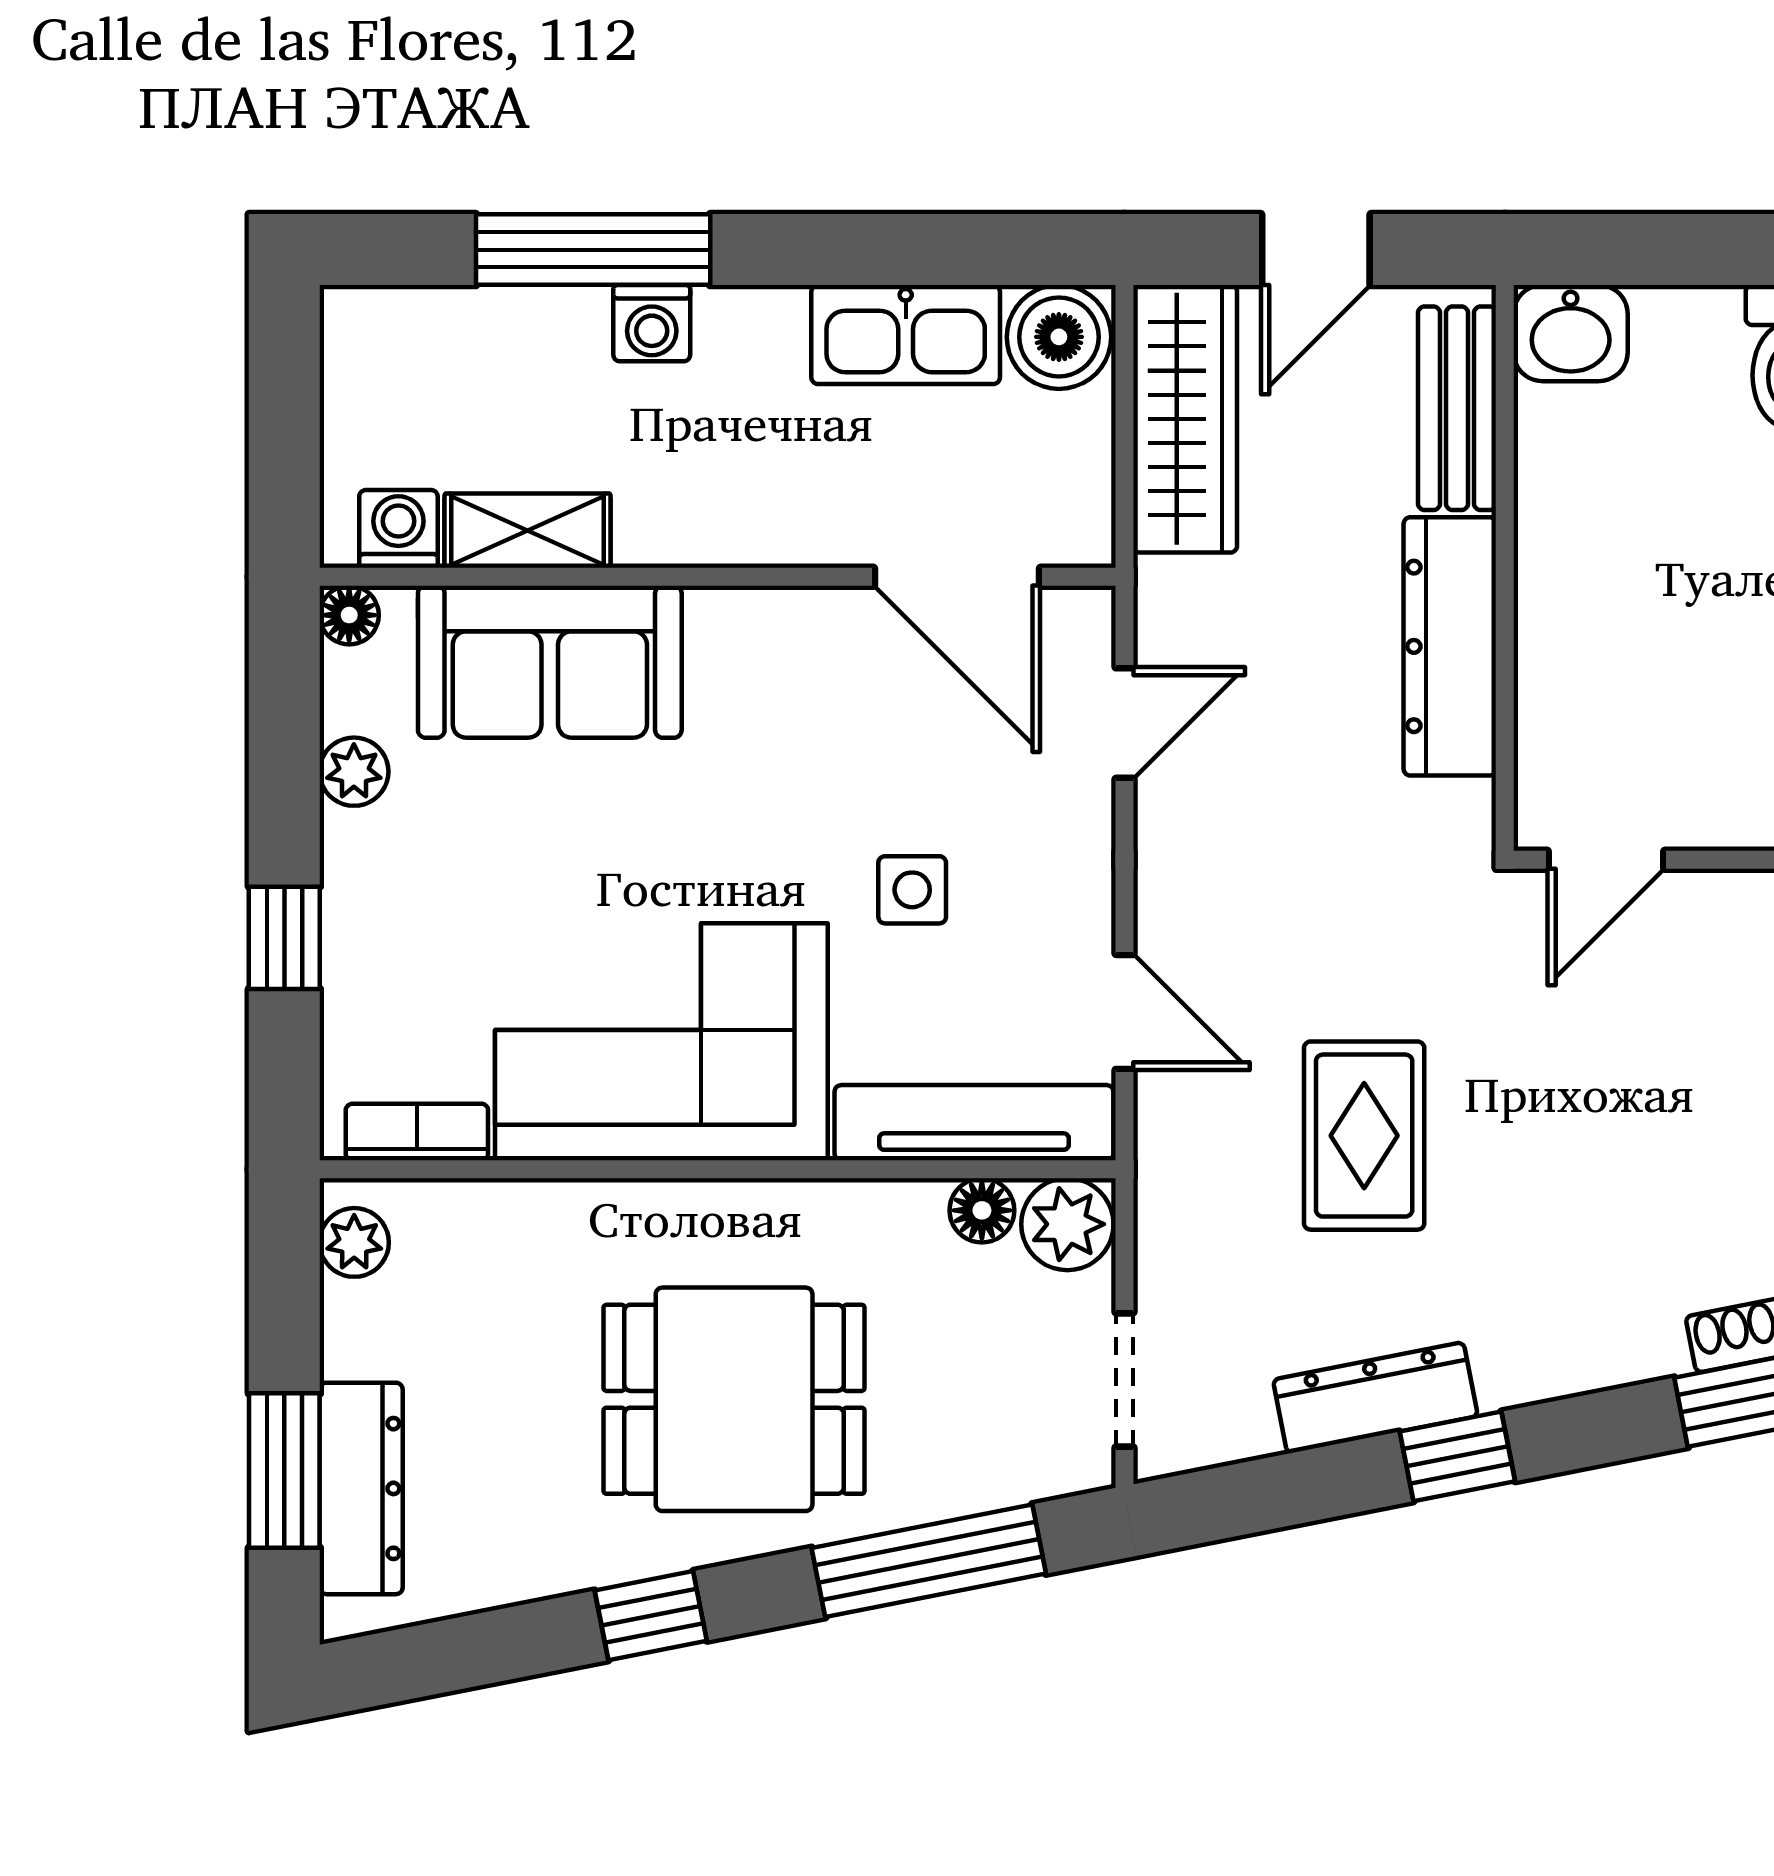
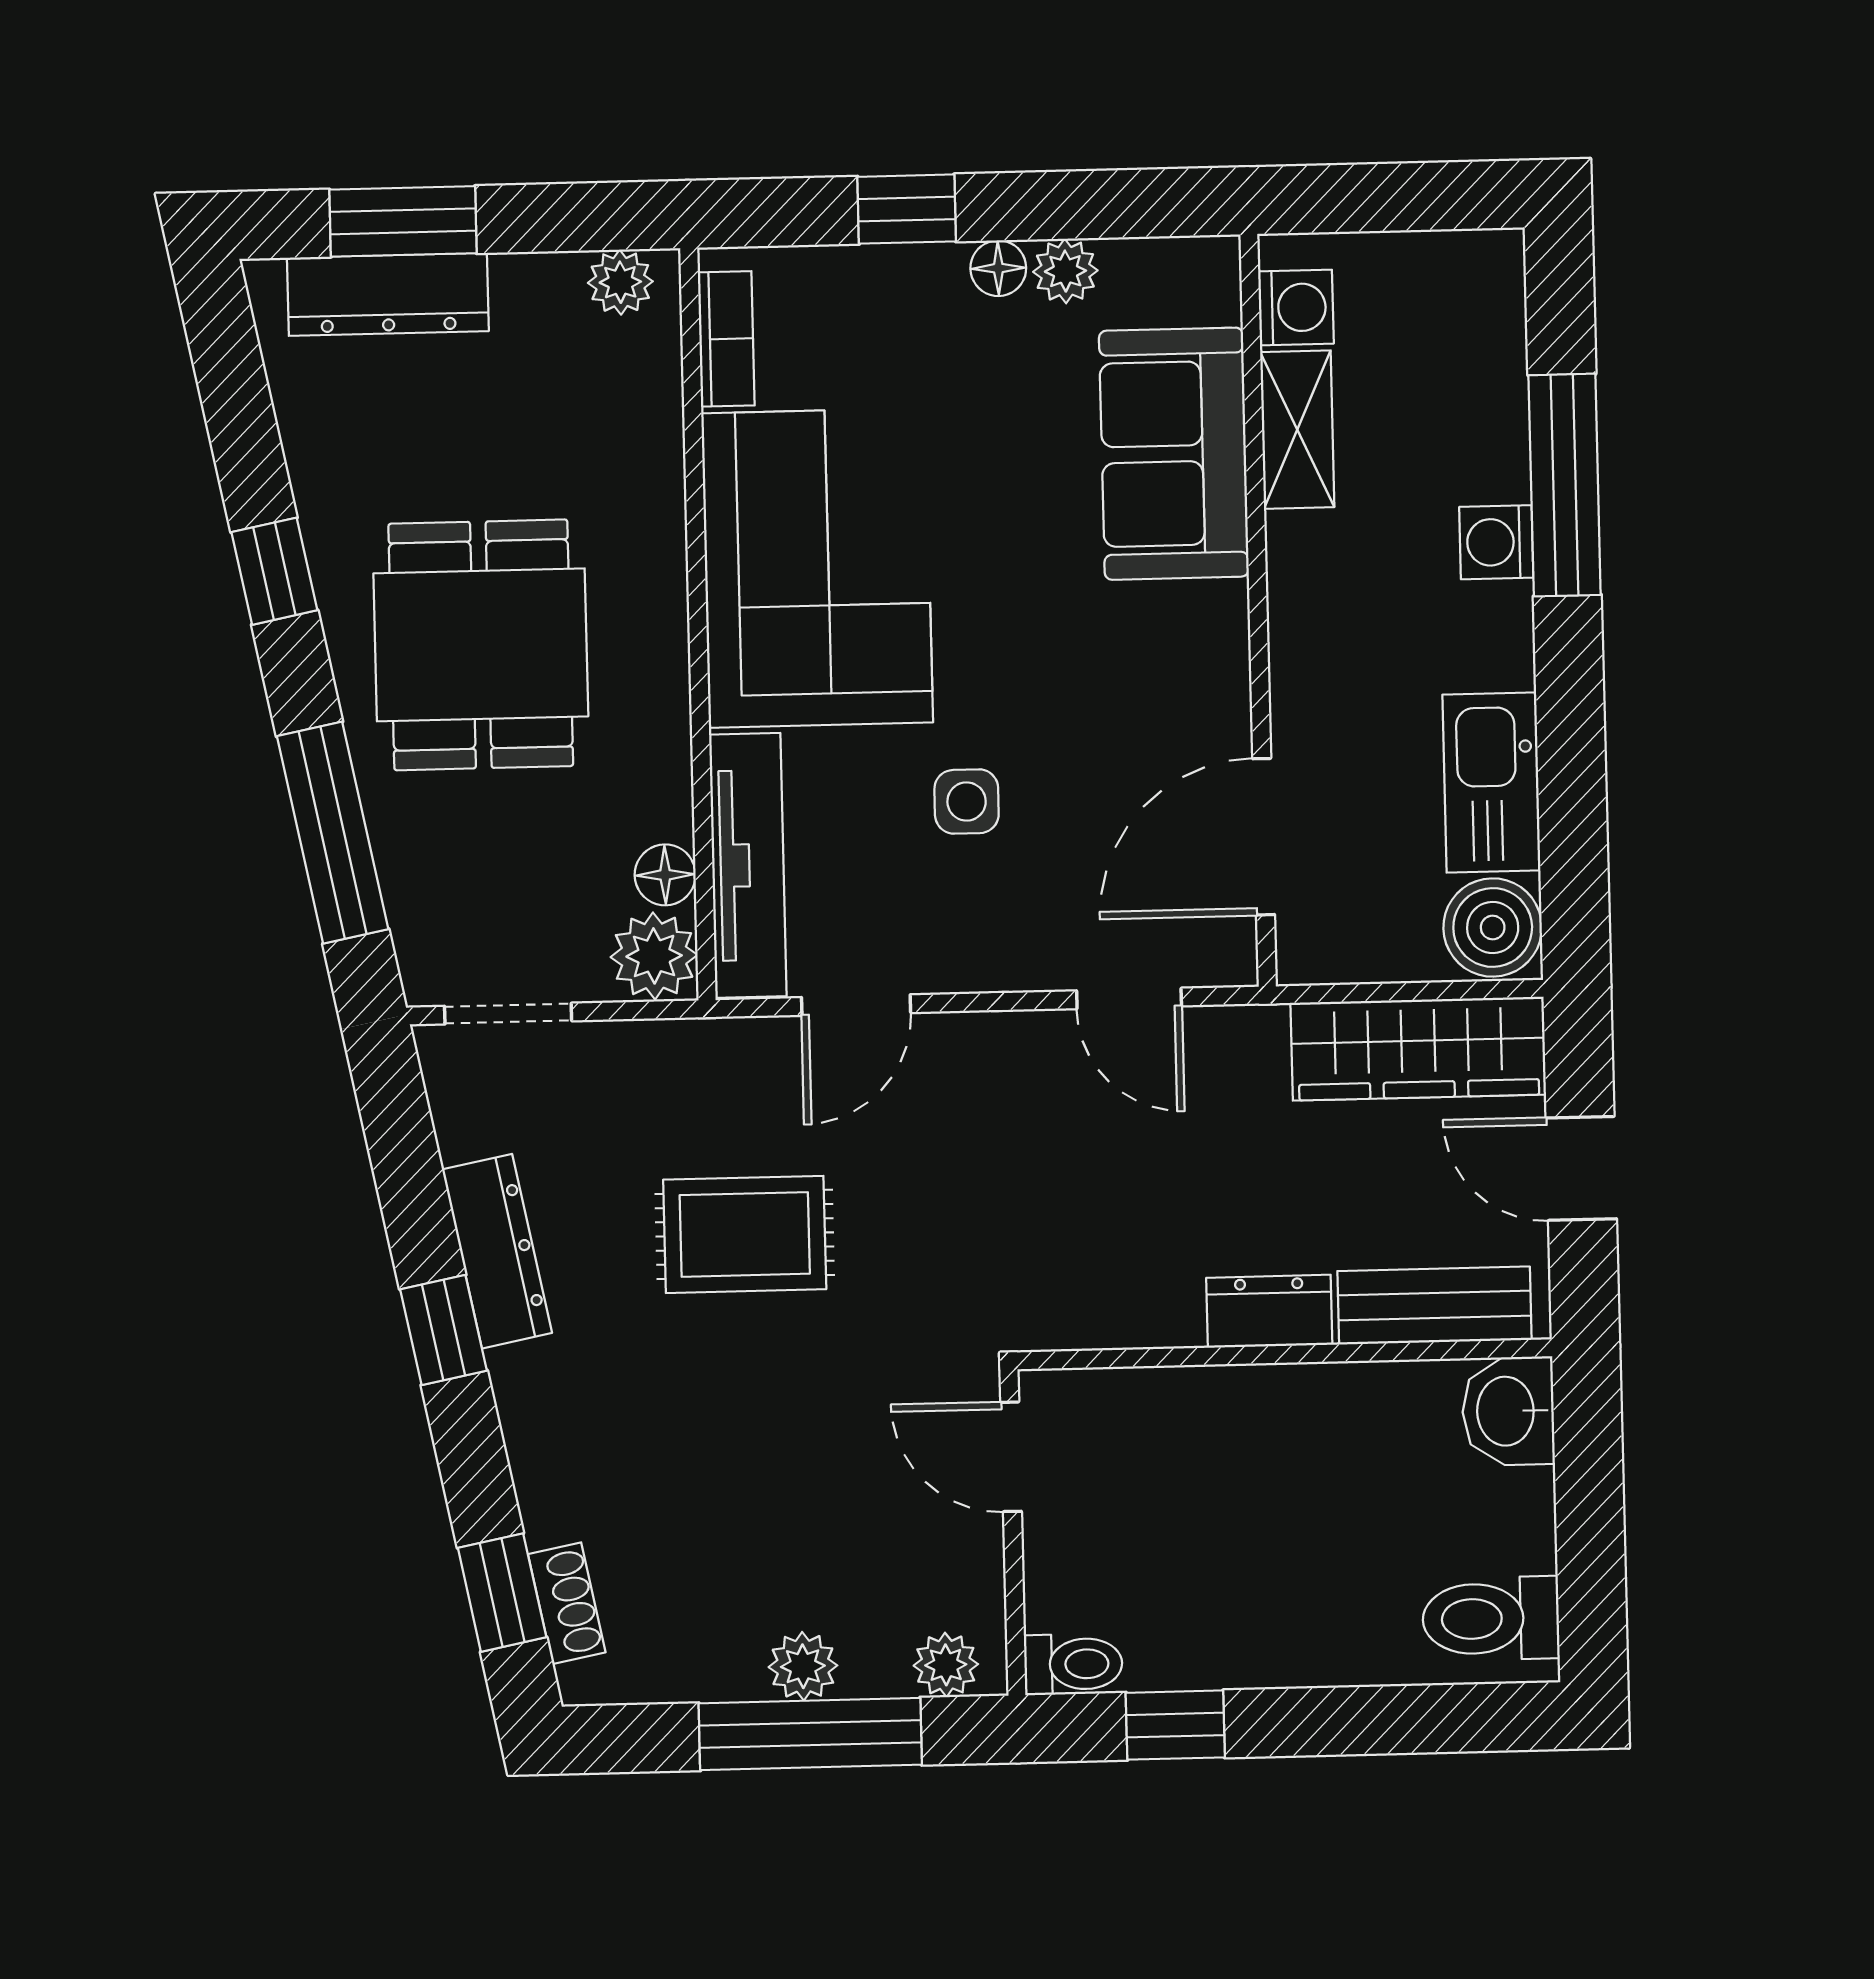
floor lamp: (349, 615) -> (998, 268), moved
dresser: (1450, 646) -> (1269, 1311), width x0.51, depth x0.80

